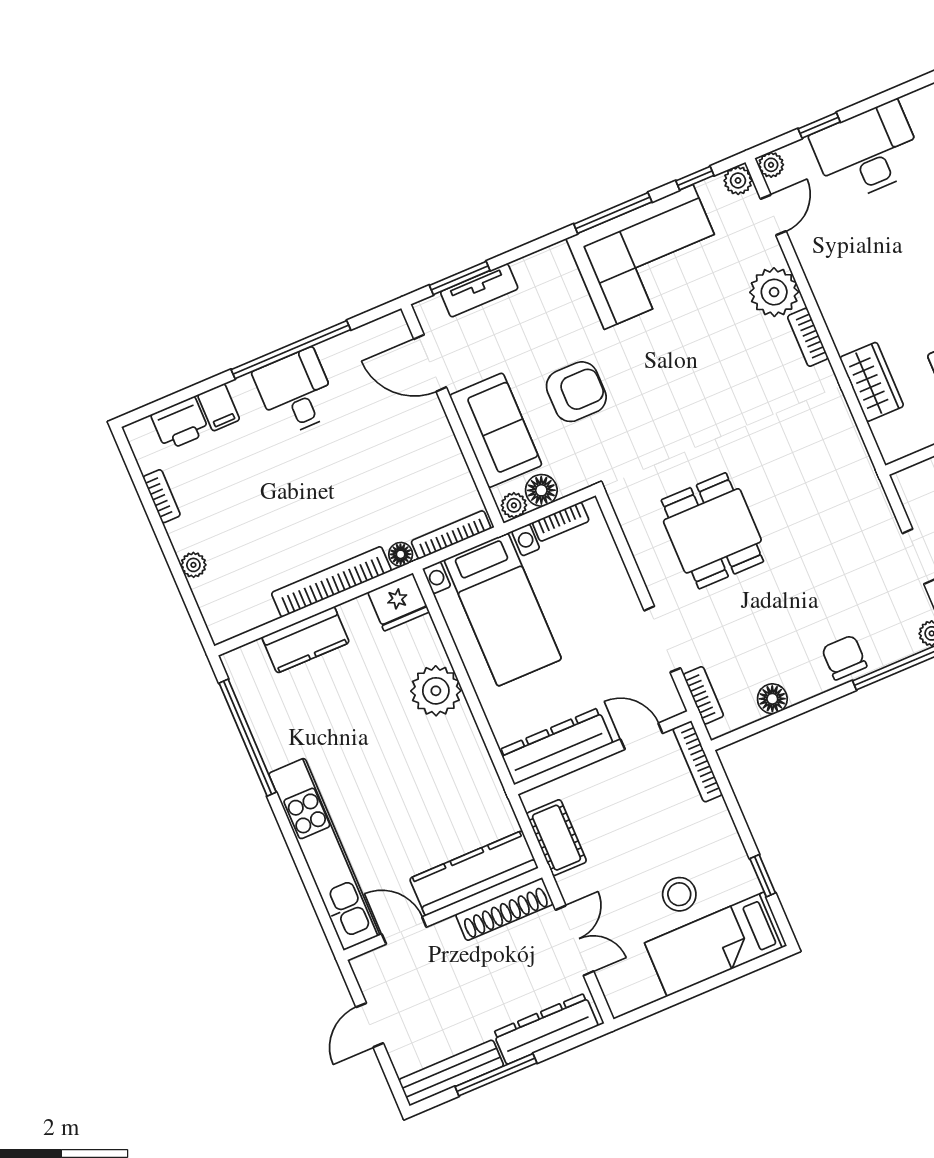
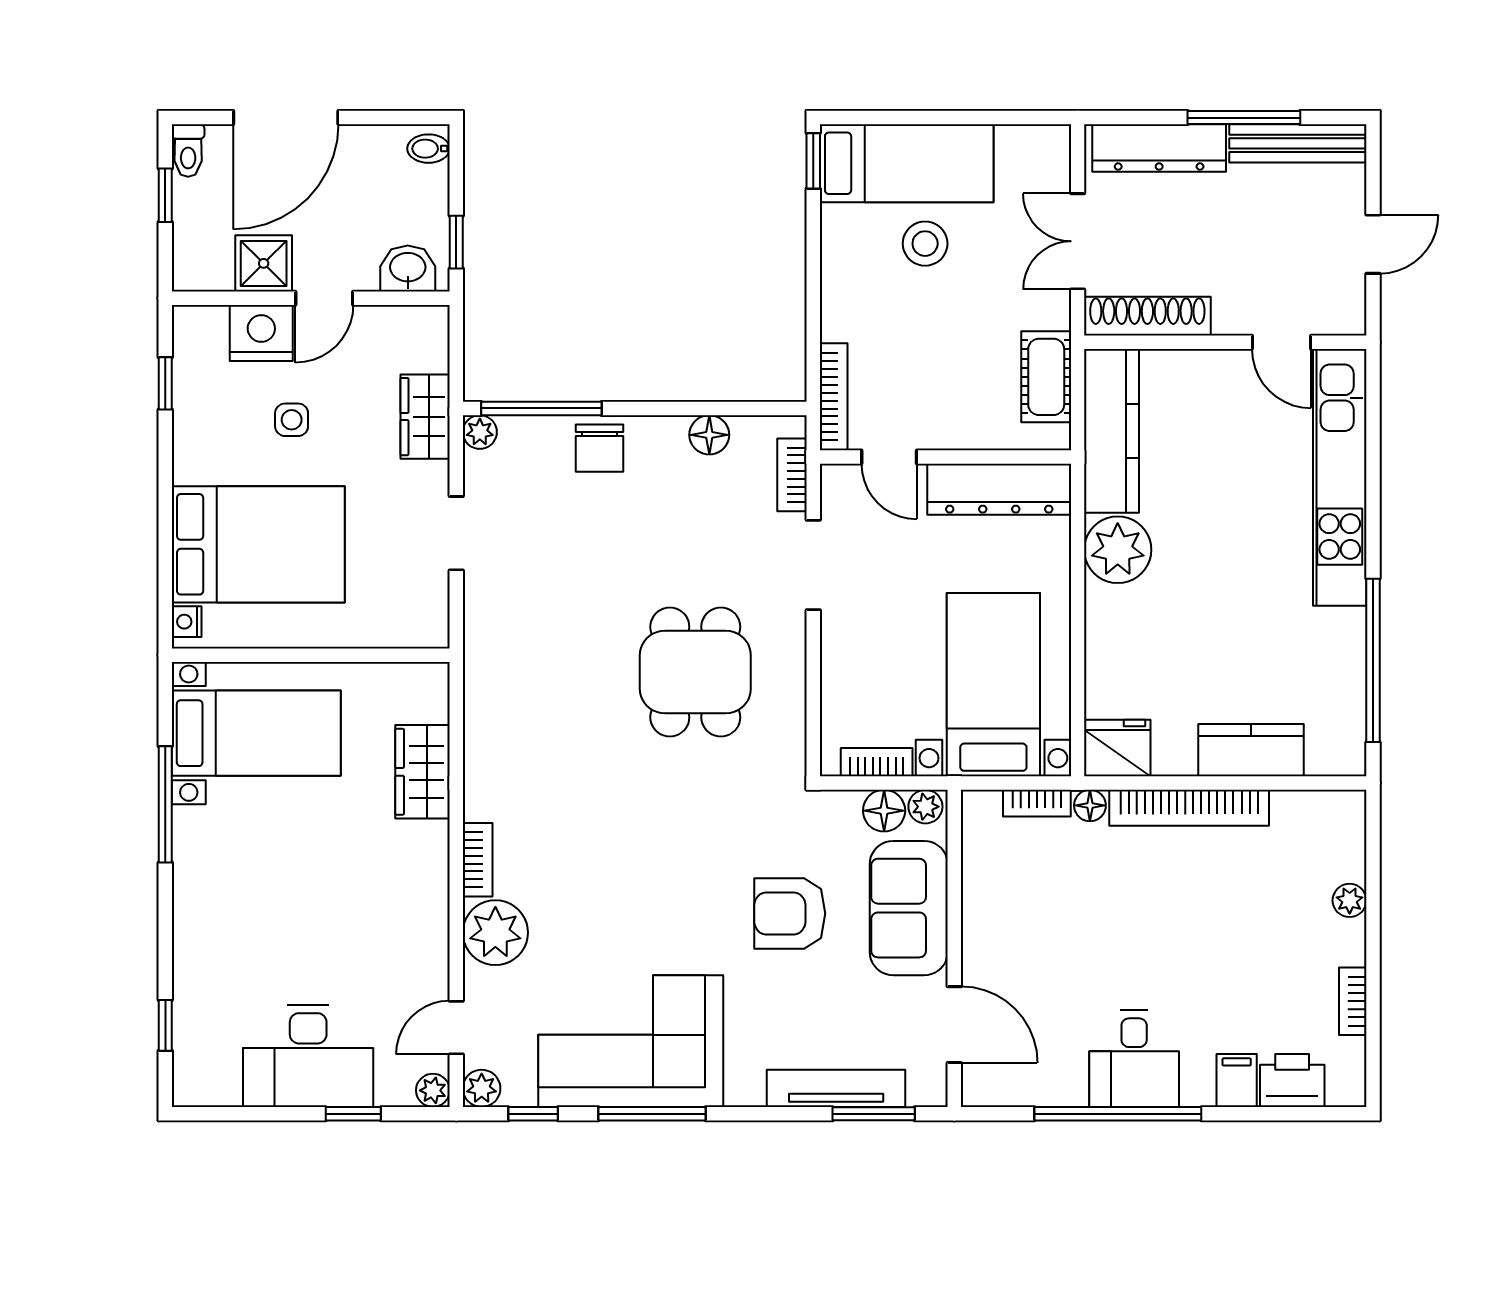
tv unit: (479, 290) -> (836, 1088), width x1.41
bookcase: (451, 535) -> (1037, 803), width x0.64
plant: (436, 691) -> (1118, 550), moved
kitchen counter: (474, 873) -> (1112, 431), moved, turned -90
window: (763, 876) -> (813, 161), moved

